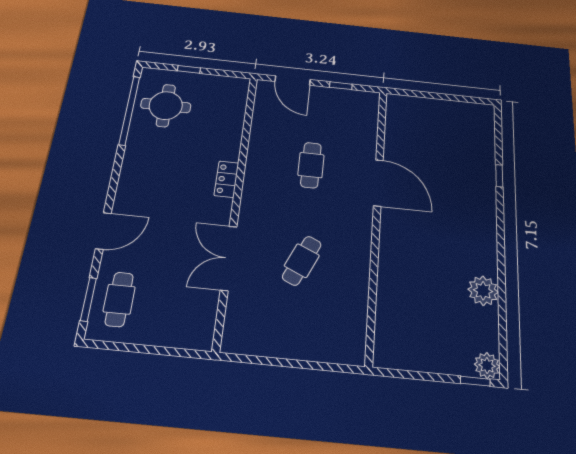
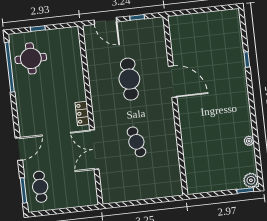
cafe table: (311, 165) -> (129, 79), width x1.37, depth x1.35
locker: (226, 179) -> (82, 113), moved
cafe table: (302, 261) -> (136, 142), turned -39
plant: (483, 291) -> (249, 141), width x0.53, depth x0.53

